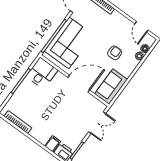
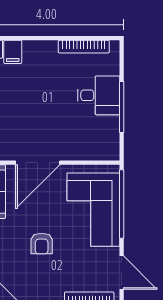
armchair: (115, 53) -> (42, 244), moved
desk: (42, 73) -> (99, 95), moved, turned -90

